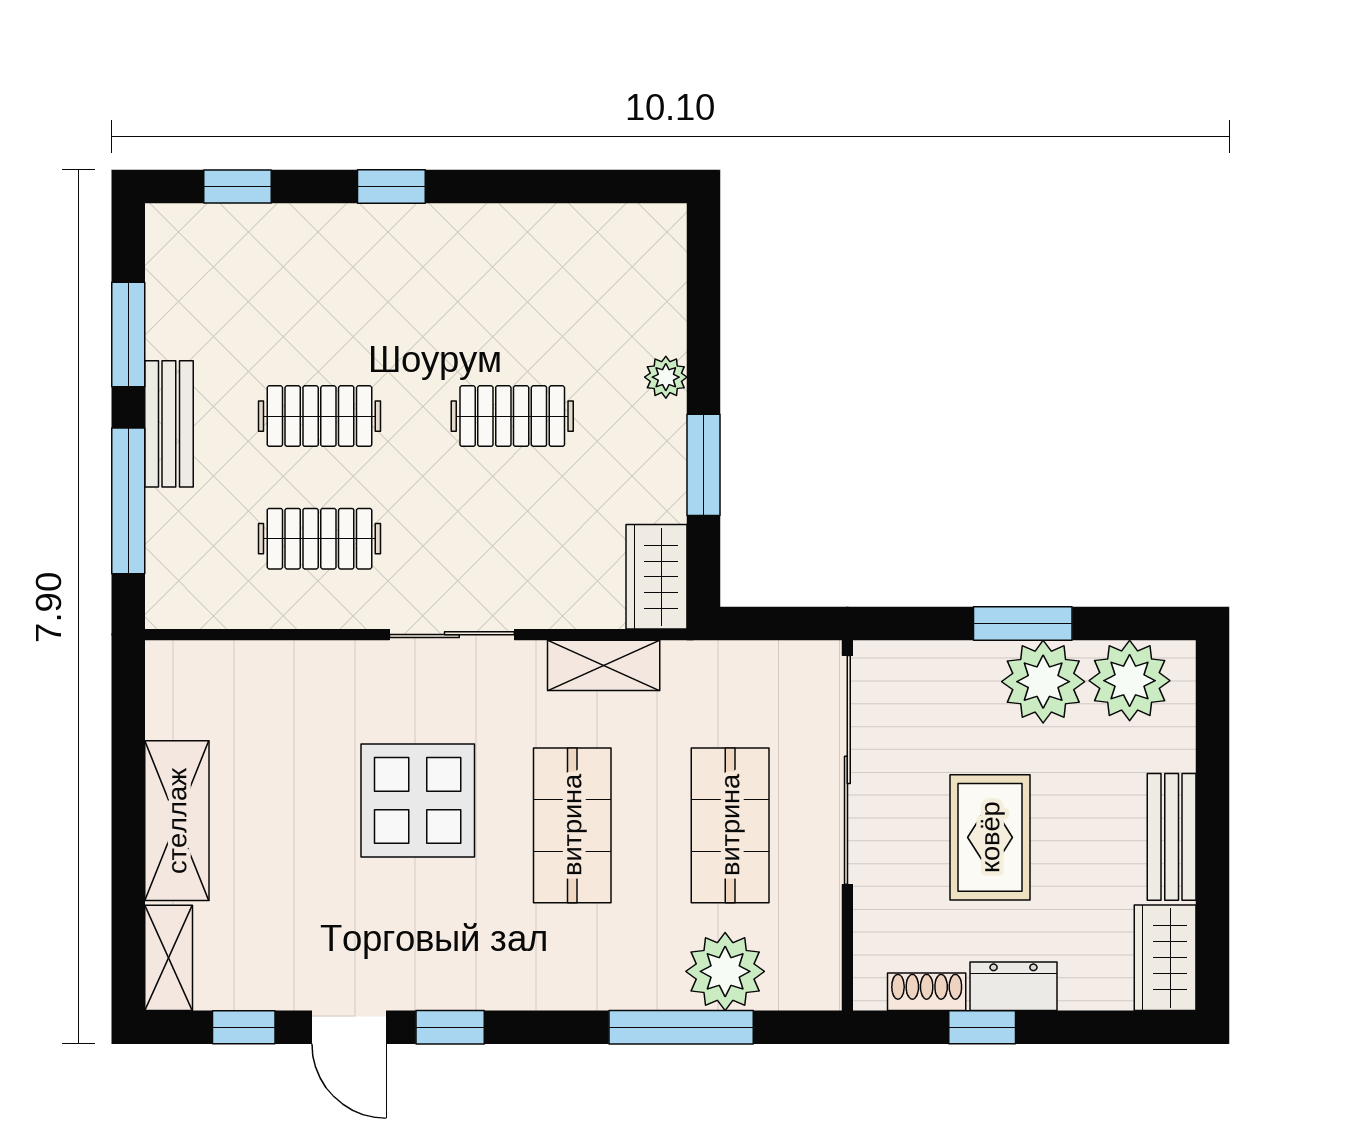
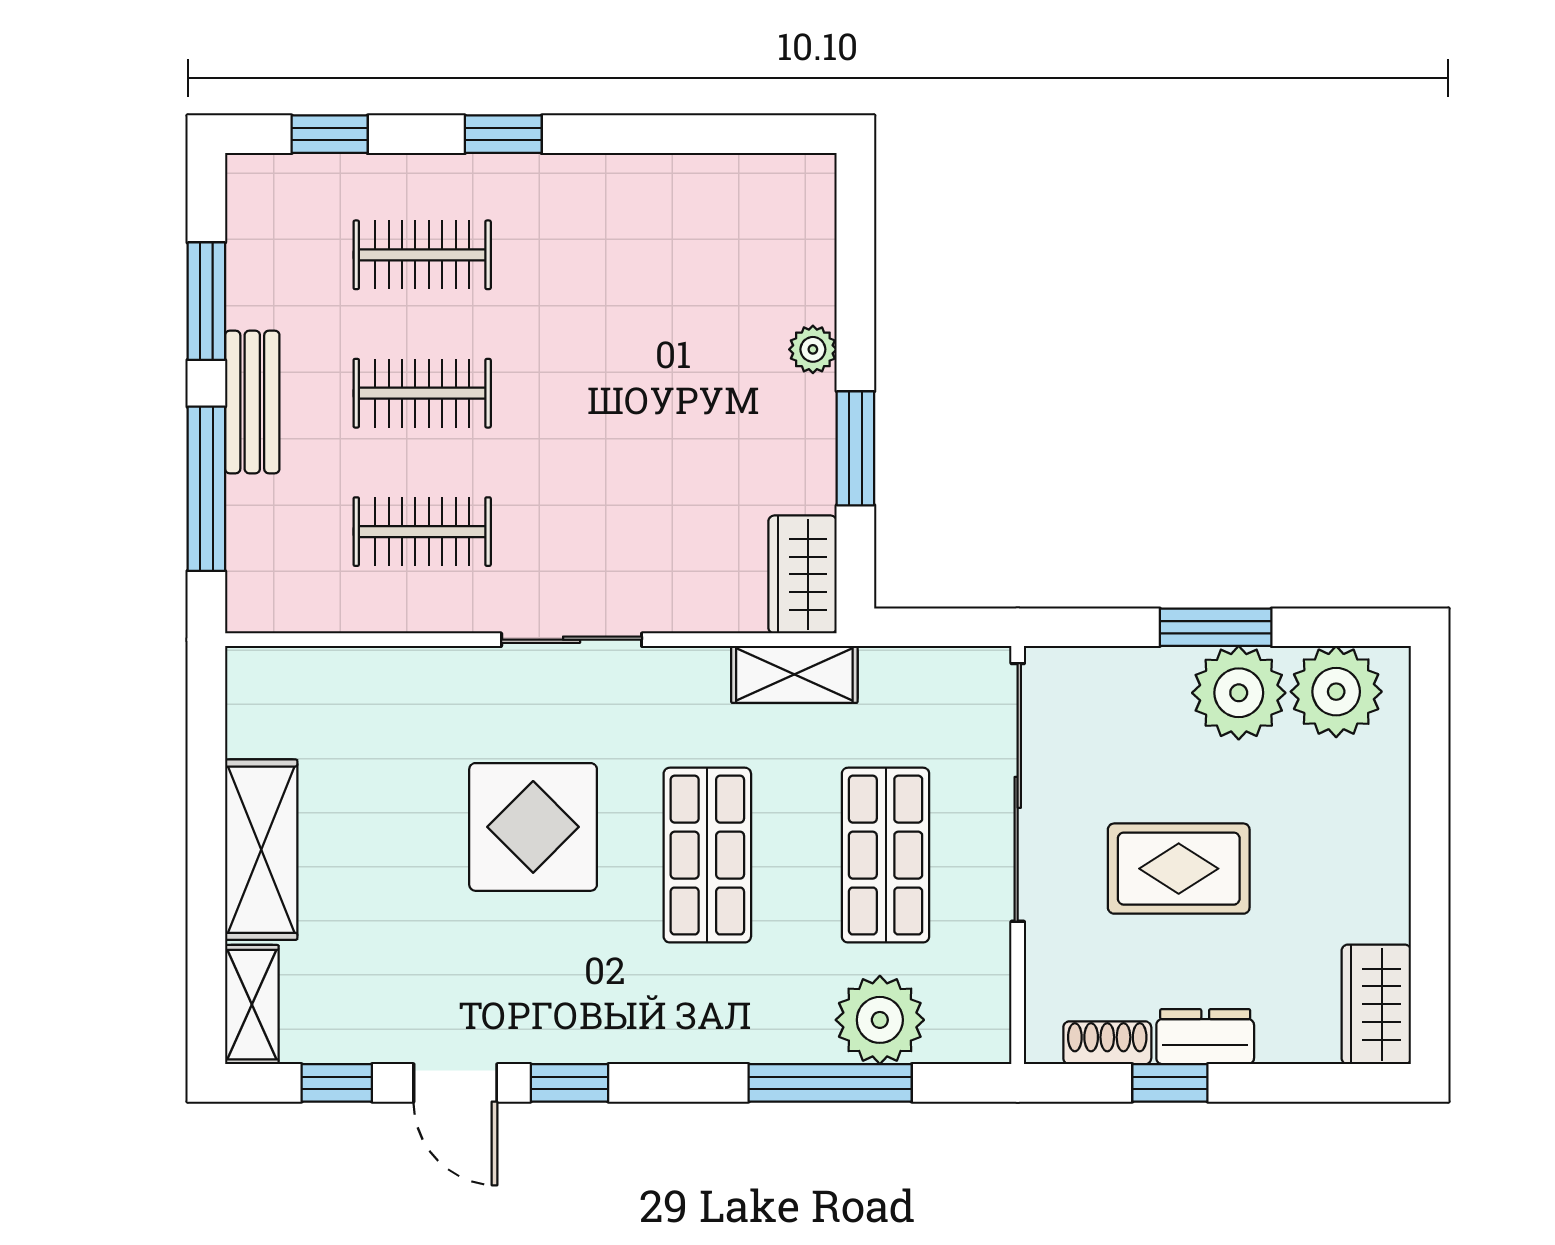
clothes rail: (512, 416) -> (422, 255), moved
shelving: (604, 665) -> (794, 674), moved
rug: (990, 837) -> (1179, 869), turned 90
bench: (1172, 837) -> (1384, 868), removed

